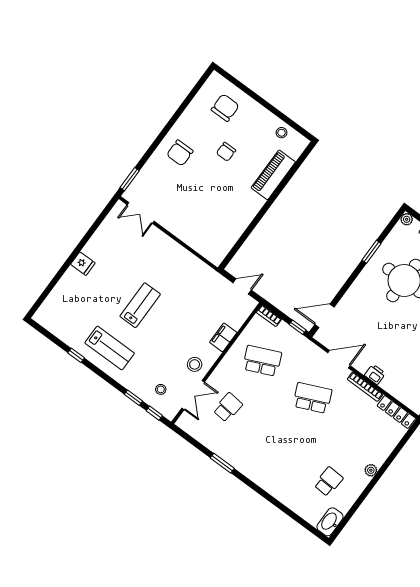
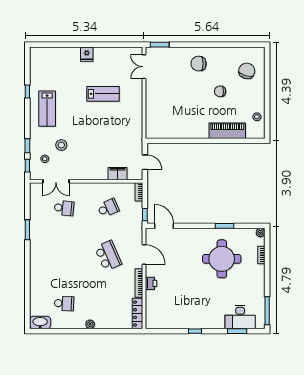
chair: (225, 108) -> (247, 71), turned -73
lab bench: (140, 305) -> (103, 94), moved
filing cabinet: (223, 337) -> (118, 174), moved
school desk: (262, 361) -> (108, 208), width x0.54
stool: (195, 364) -> (61, 145), moved

